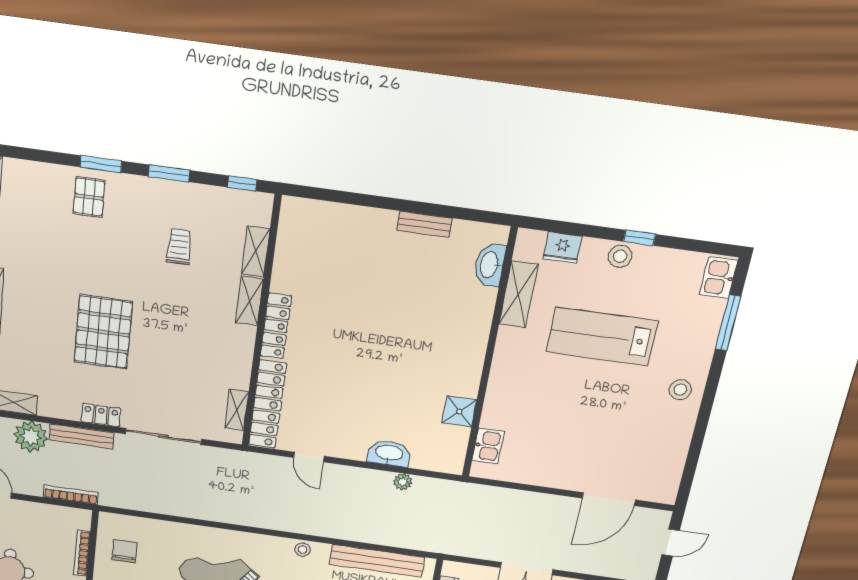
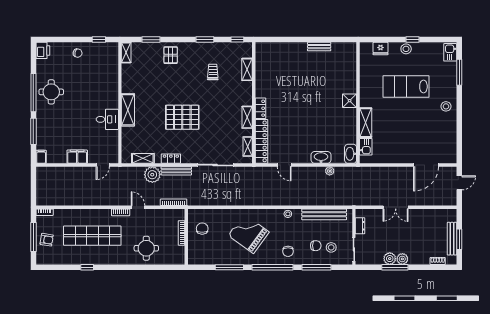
window: (101, 164) -> (151, 40), moved
washbasin: (490, 265) -> (351, 154), moved
shelving: (518, 294) -> (366, 123), moved
shelving: (249, 301) -> (247, 117), moved
locker: (276, 326) -> (261, 108), width x0.66
pallet: (103, 332) -> (182, 117), turned 90
shower: (459, 411) -> (350, 101), moved
locker: (101, 415) -> (171, 159), moved

